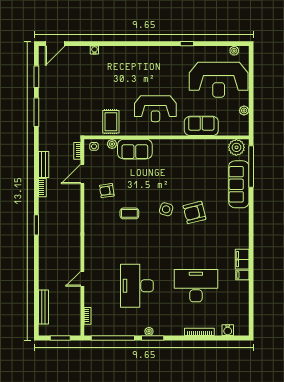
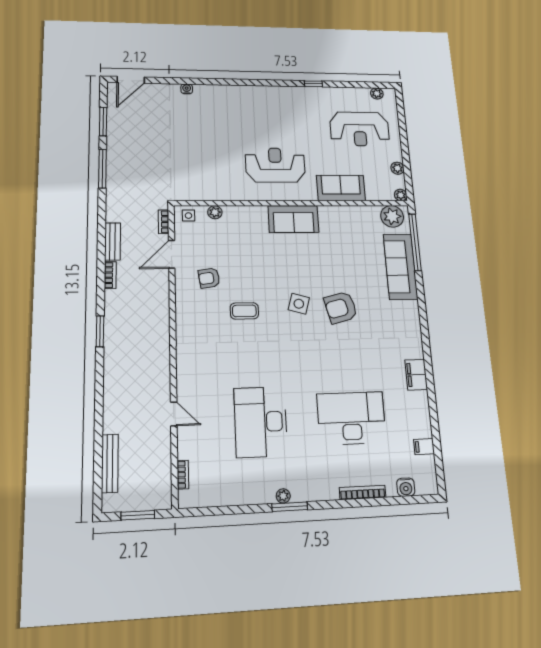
reception desk: (219, 80) -> (360, 129), width x0.74, depth x0.77
reception desk: (155, 109) -> (275, 165), turned 180
rug: (111, 122) -> (212, 182), removed
plant: (244, 131) -> (401, 195), added
sofa: (135, 149) -> (293, 219), moved
filing cabinet: (242, 275) -> (424, 447), moved
door: (82, 279) -> (174, 414), swing flipped
window: (113, 338) -> (225, 510), removed

